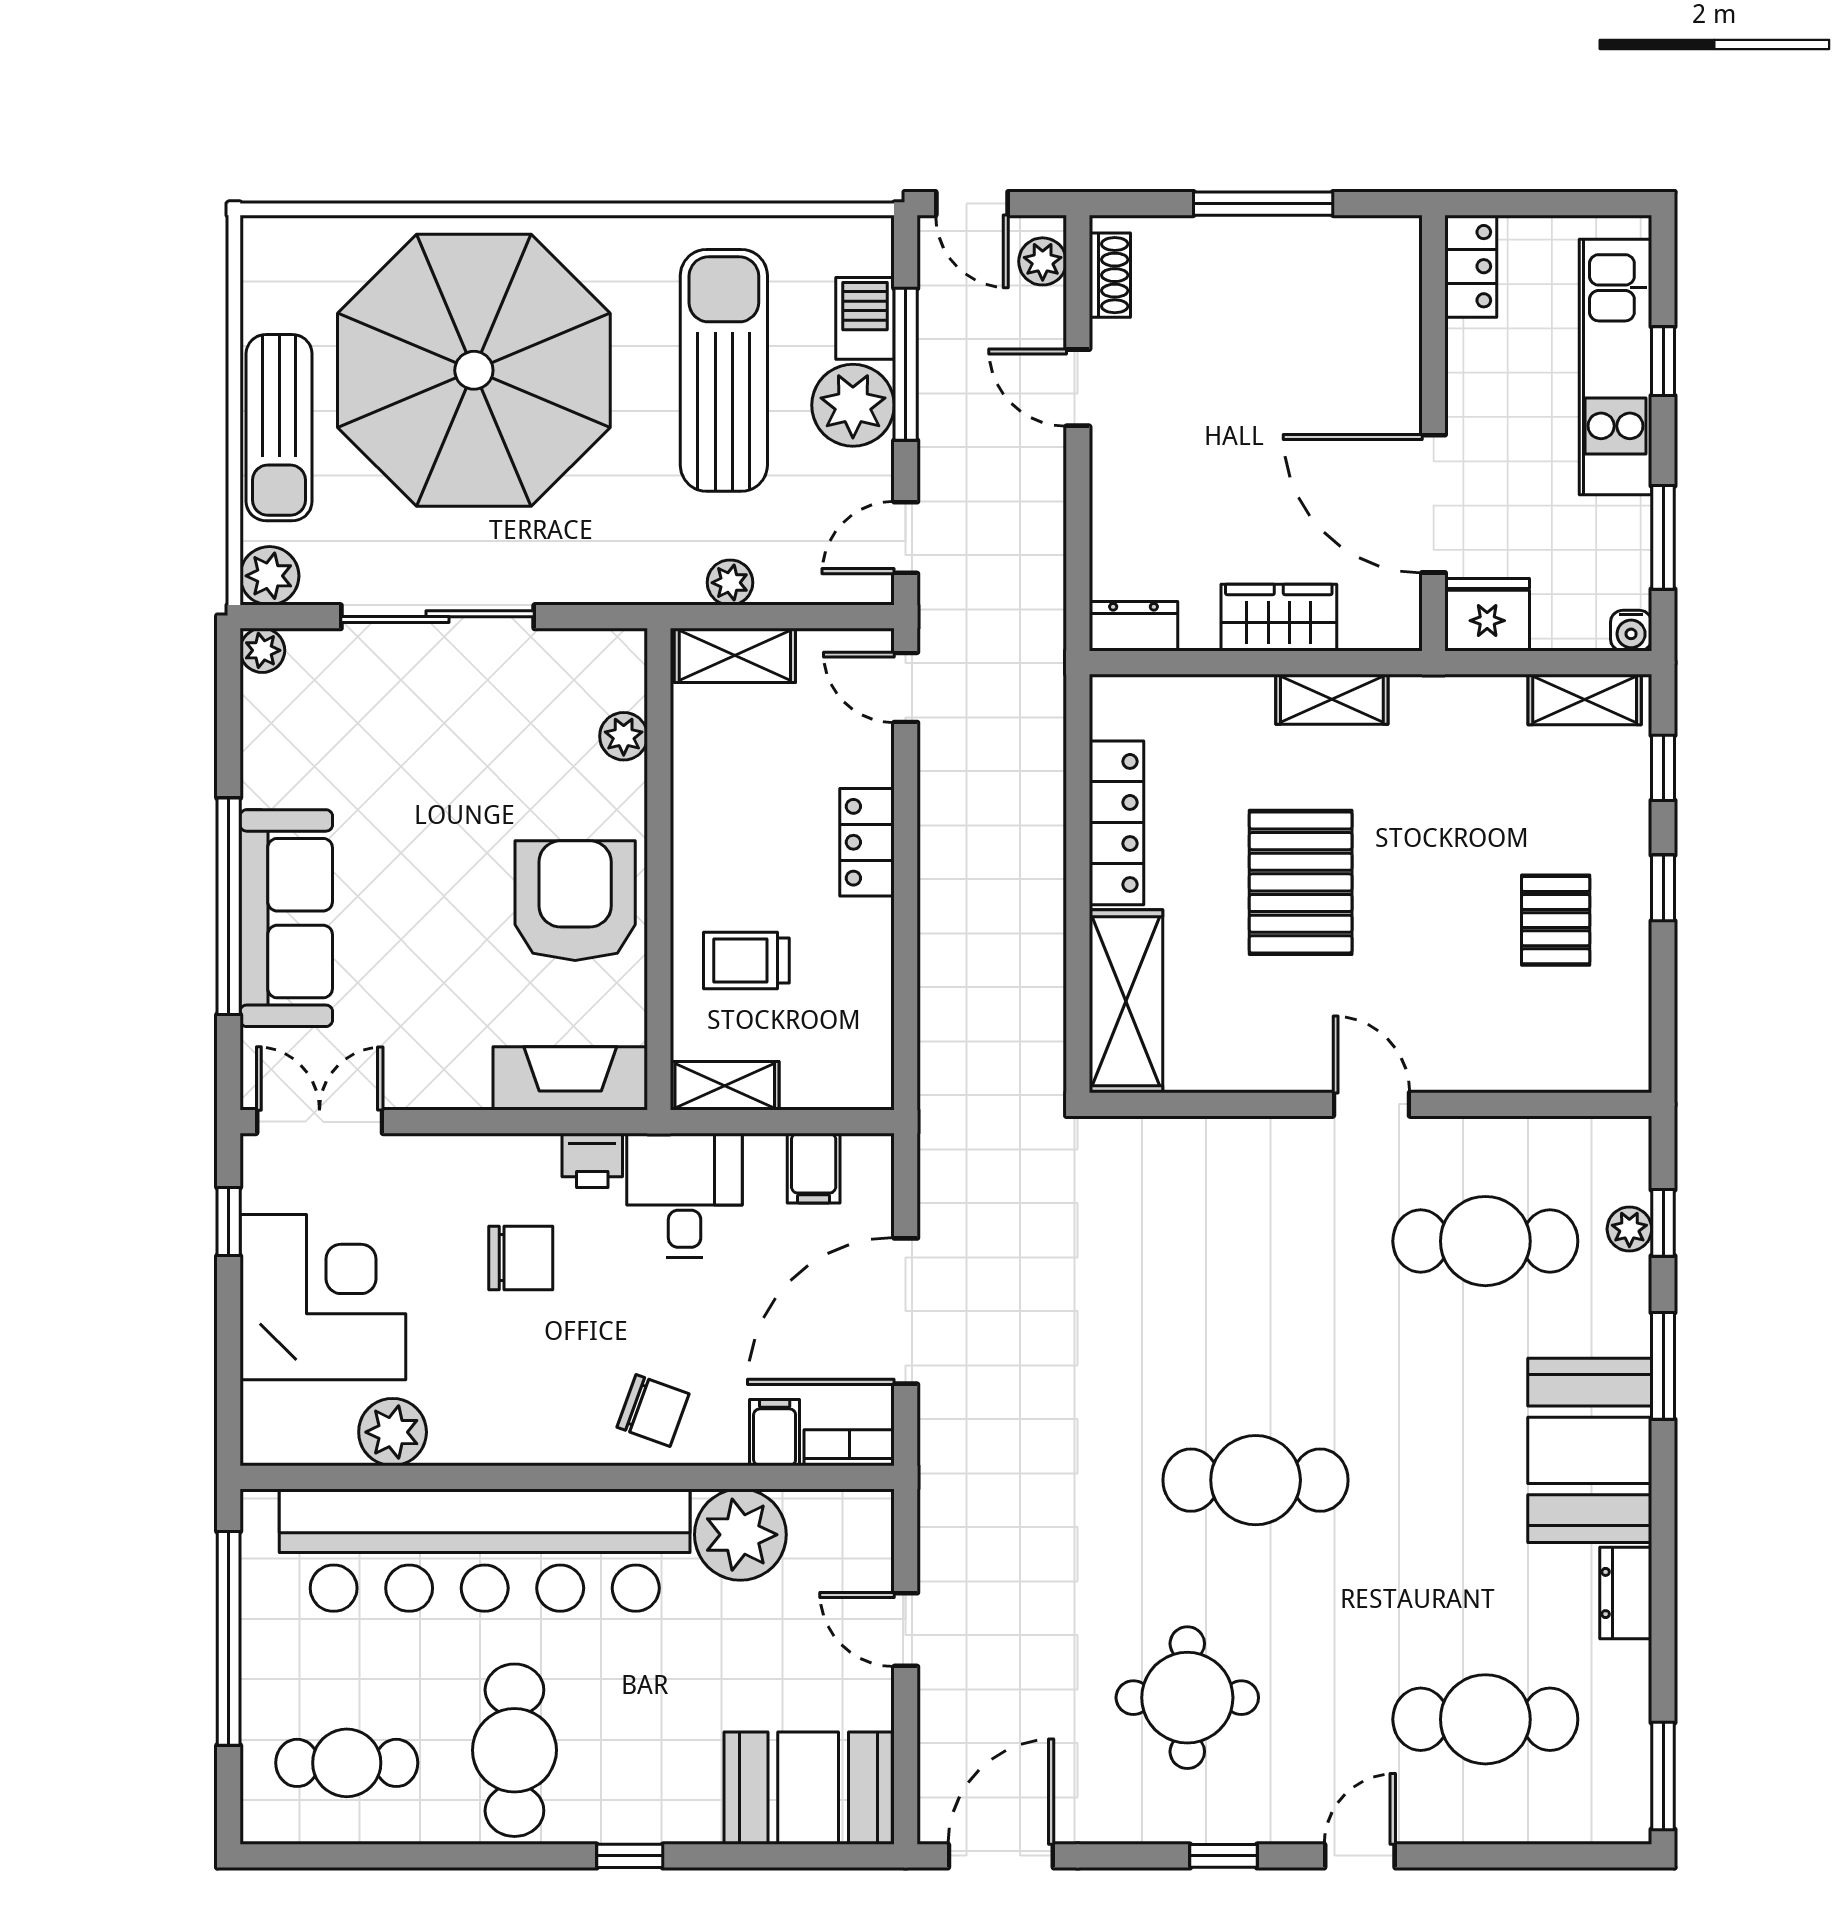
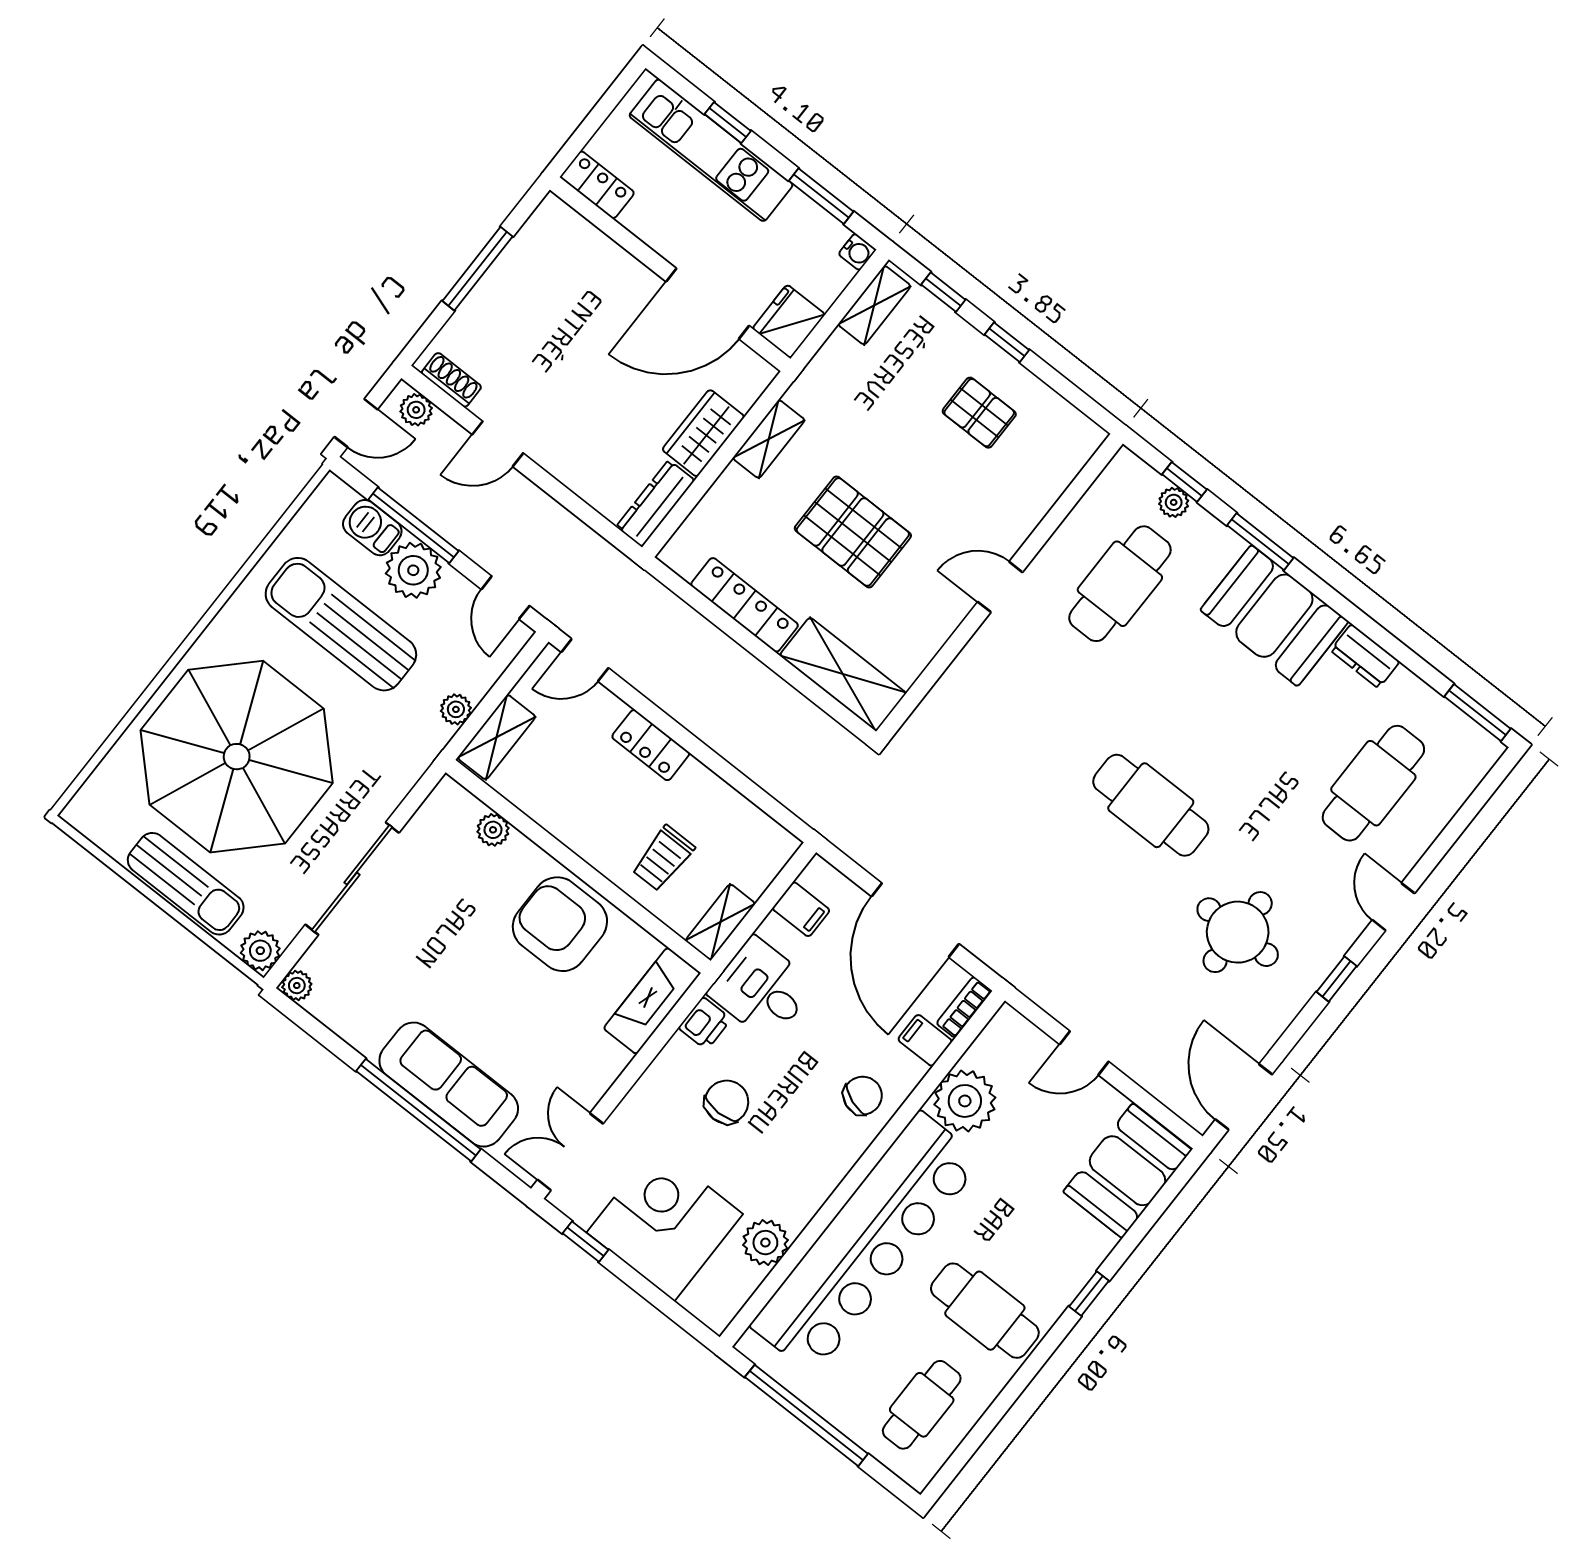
dresser: (1133, 626) -> (655, 503), width x1.44
cafe table: (1256, 1480) -> (1151, 805), turned 90

